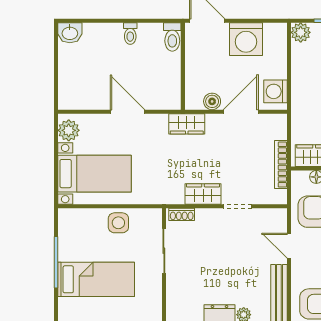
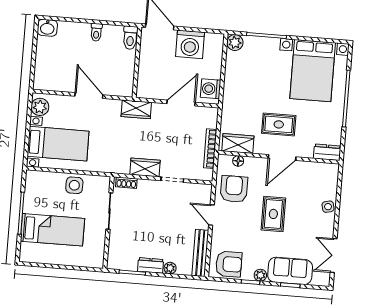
boiler: (212, 101) -> (158, 93), removed

